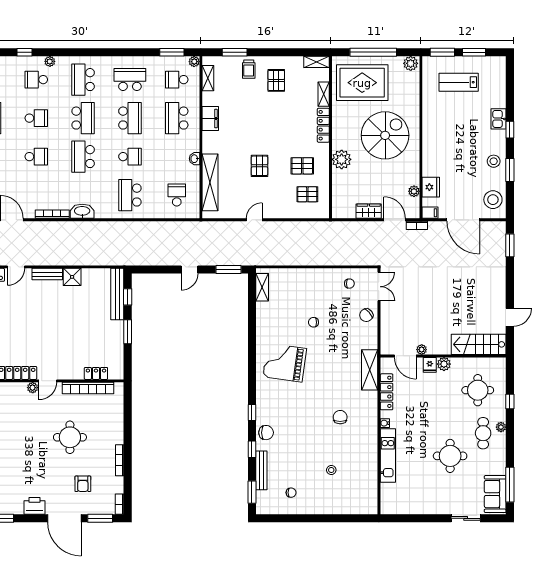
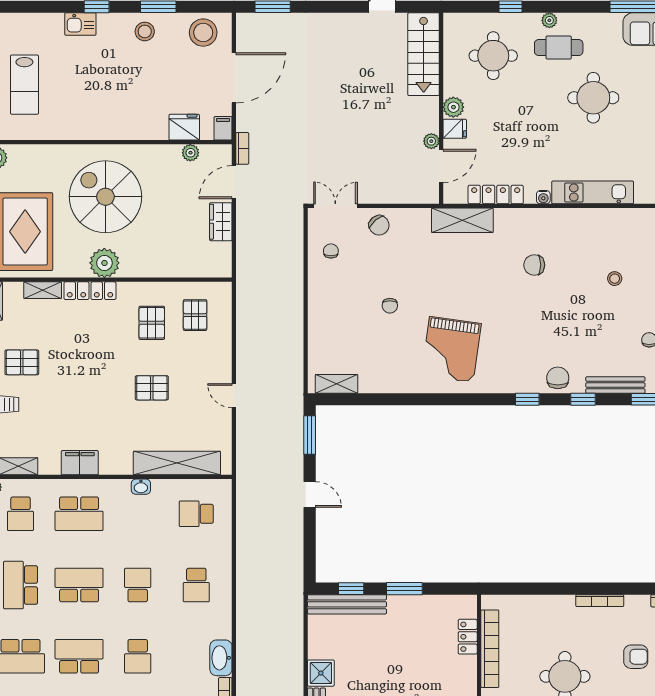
school desk: (83, 157) -> (138, 656), width x0.54
plant: (342, 159) -> (104, 263), moved
school desk: (130, 195) -> (196, 585), width x0.54

